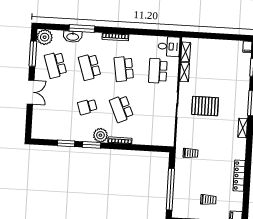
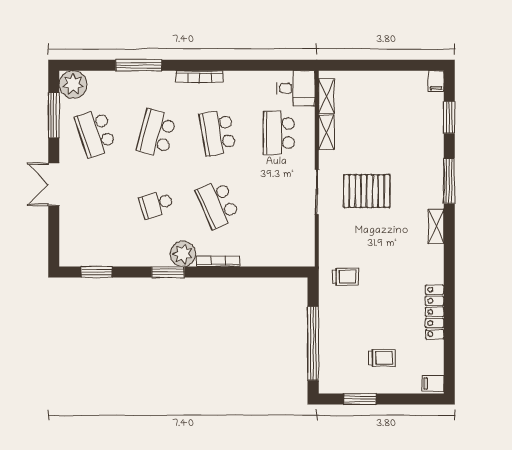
washbasin: (73, 37) -> (123, 81), removed
school desk: (90, 67) -> (157, 133), turned 33
double door: (31, 92) -> (54, 184), swing flipped
window: (66, 143) -> (97, 272), moved

